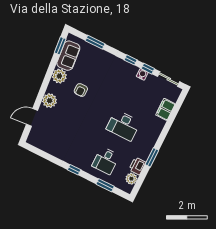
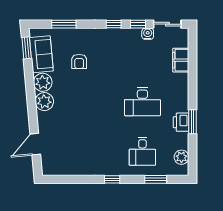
water cooler: (142, 74) -> (148, 34), moved
armchair: (81, 90) -> (79, 61), moved
plant: (50, 101) -> (44, 102), moved
printer: (137, 166) -> (181, 122), moved

